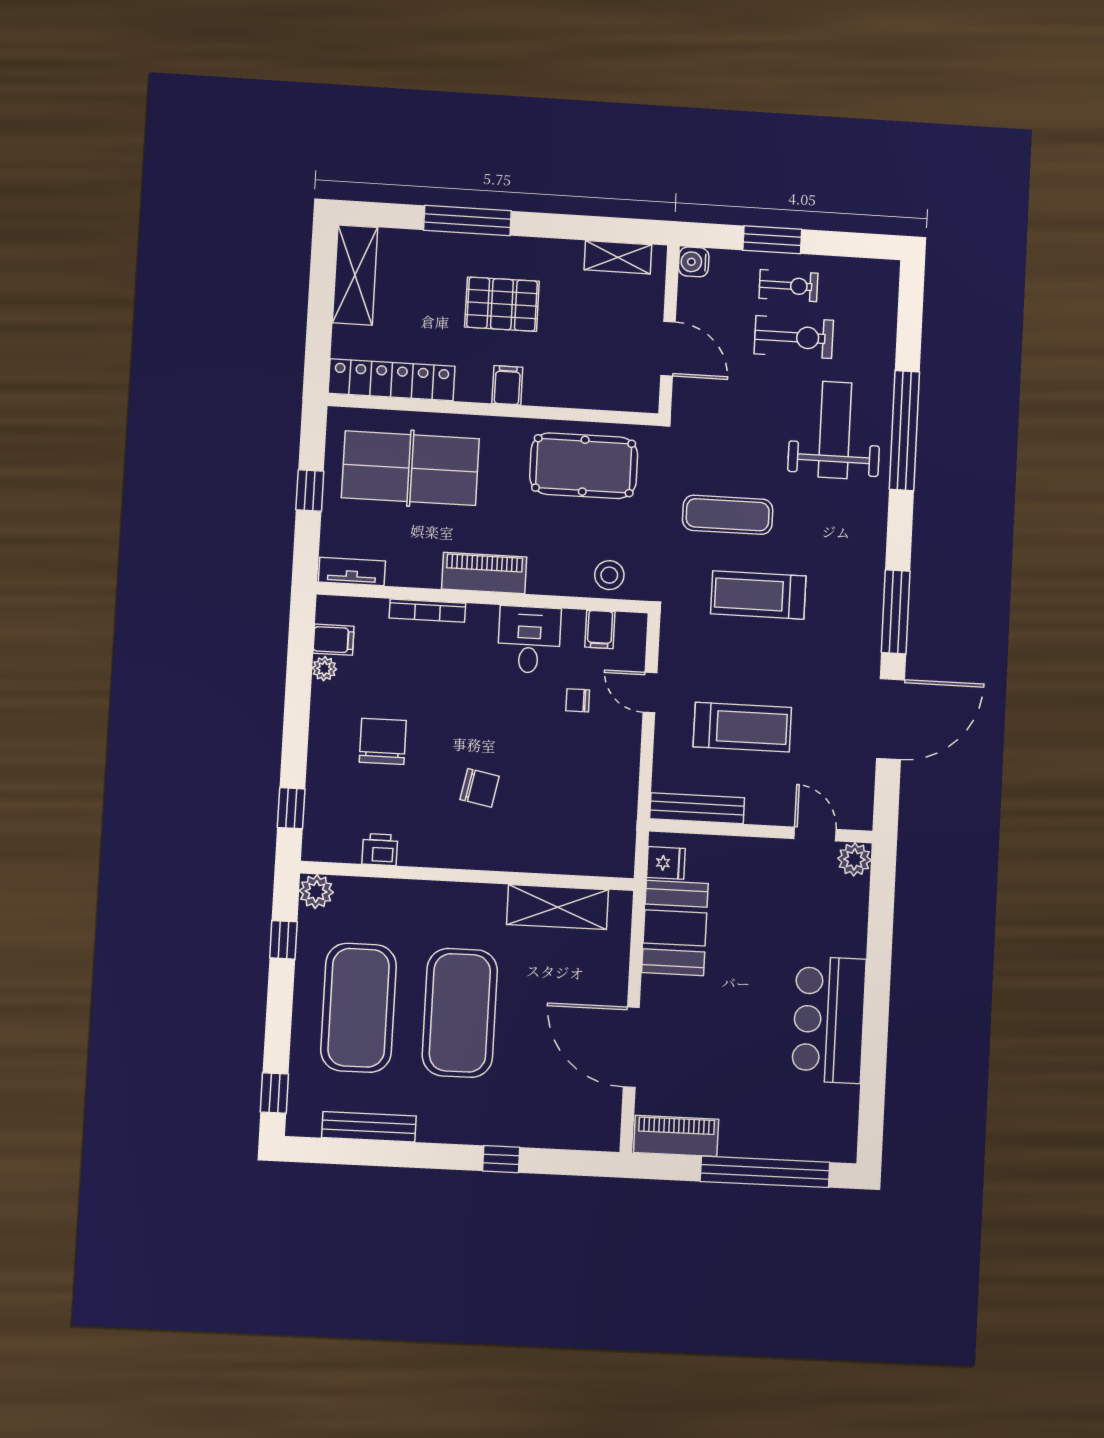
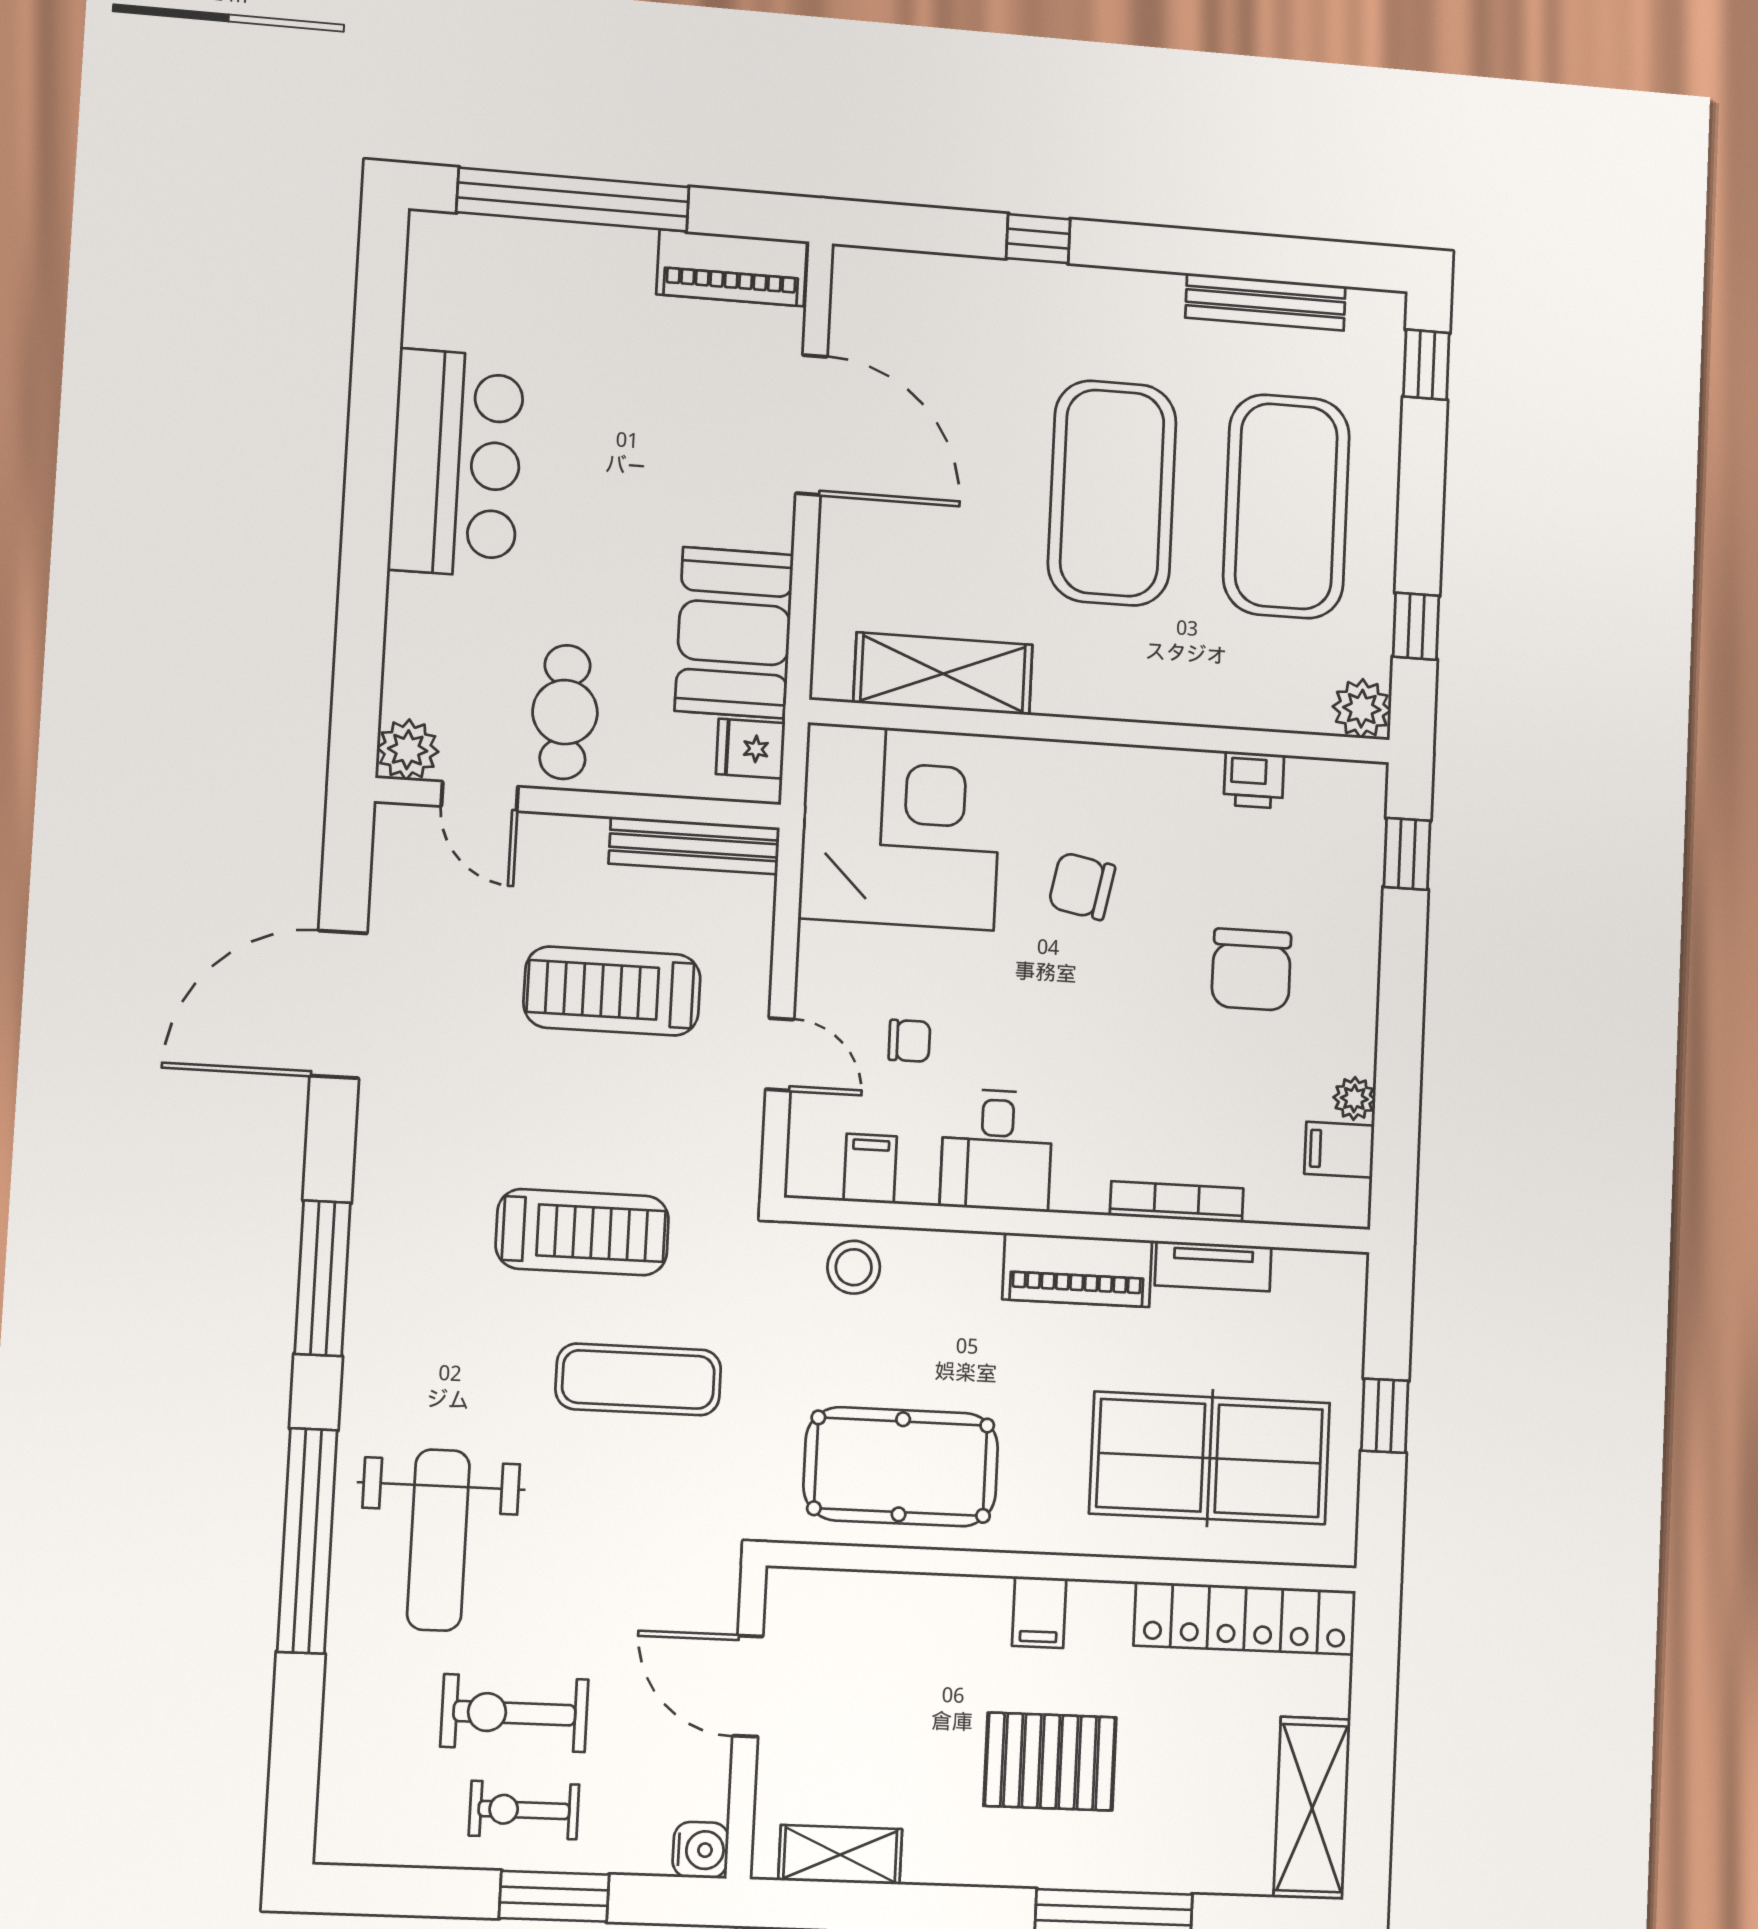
tv unit: (352, 572) -> (1213, 1266), moved
window: (896, 612) -> (323, 1278), moved
corner desk: (582, 820) -> (901, 827), added
cafe table: (769, 882) -> (565, 712), added

